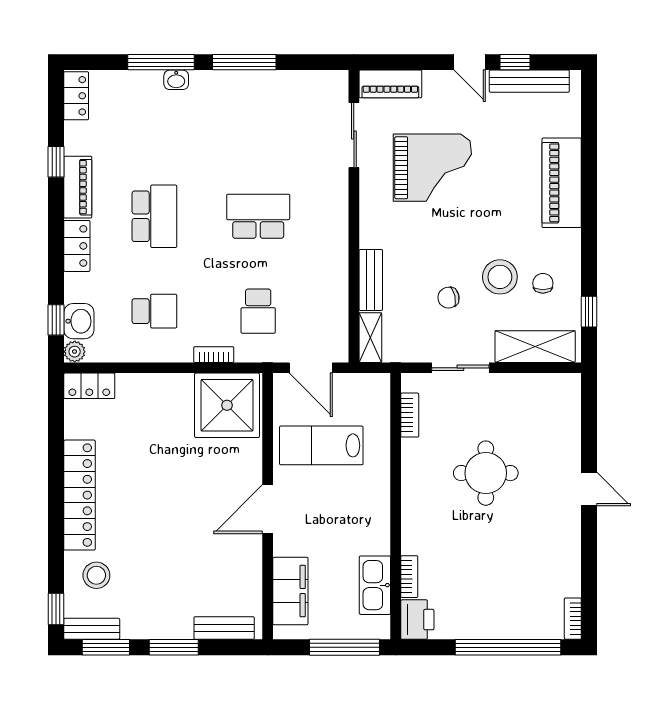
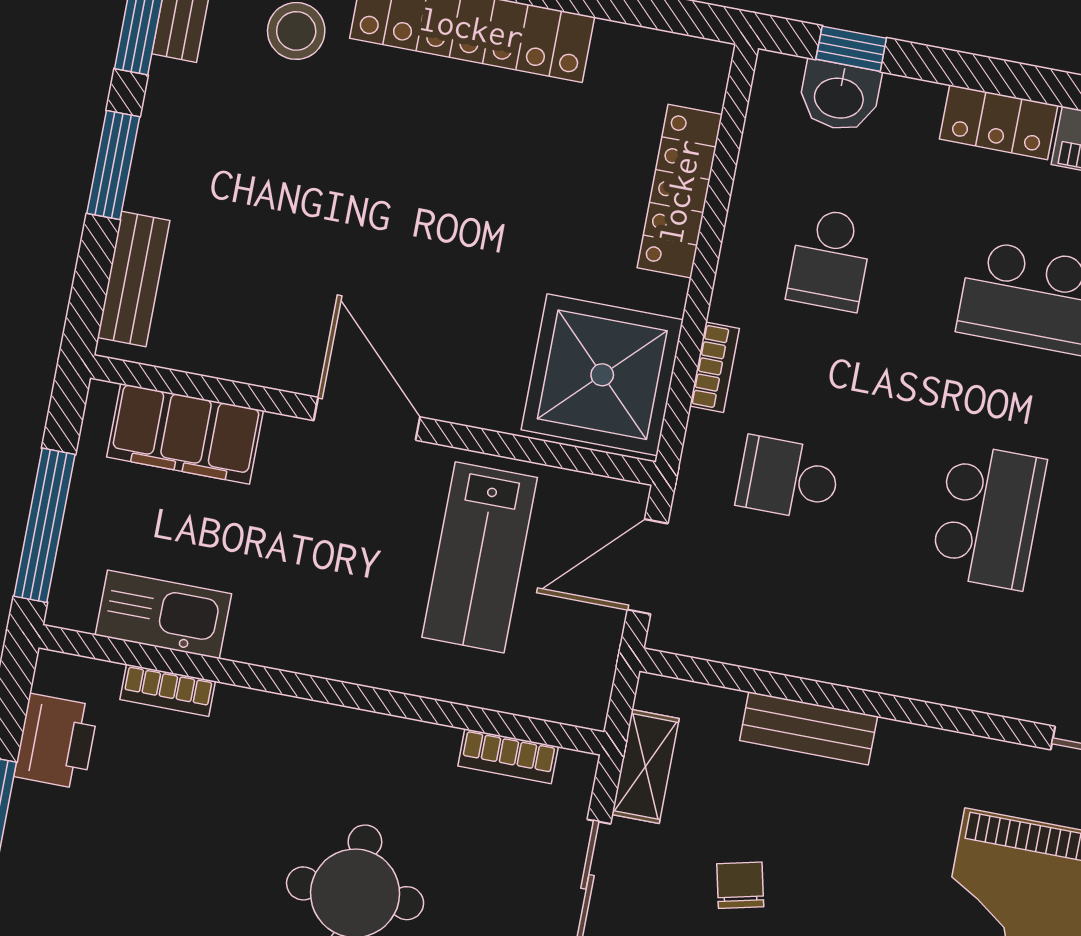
shelving: (370, 338) -> (645, 766), moved, turned 90
plant: (75, 352) -> (777, 75), removed
locker: (89, 386) -> (680, 191), moved, width x1.53
lab bench: (321, 445) -> (480, 557), turned 180
printer: (417, 620) -> (56, 741), moved, turned -90

